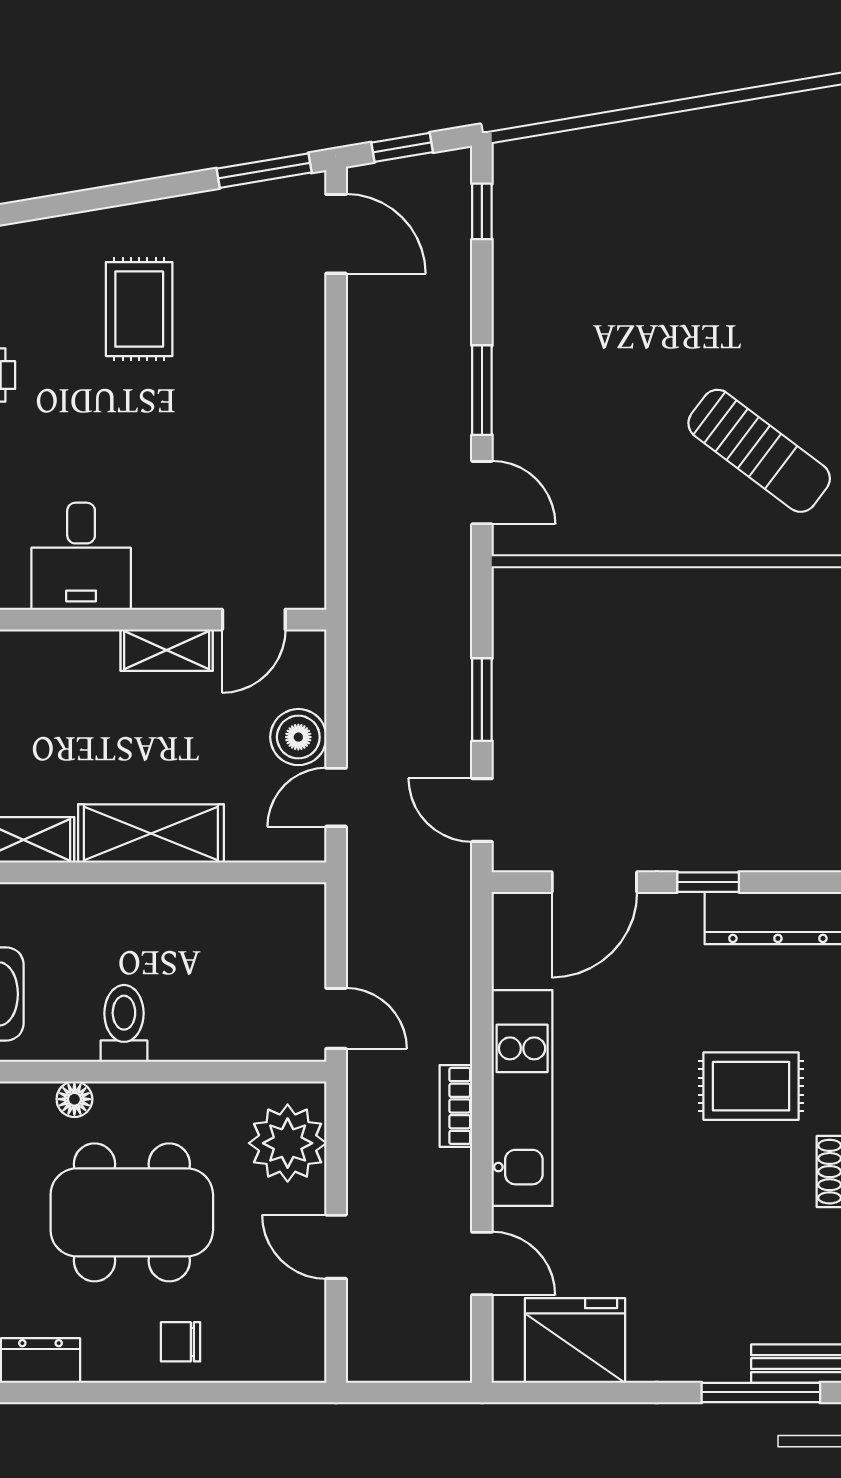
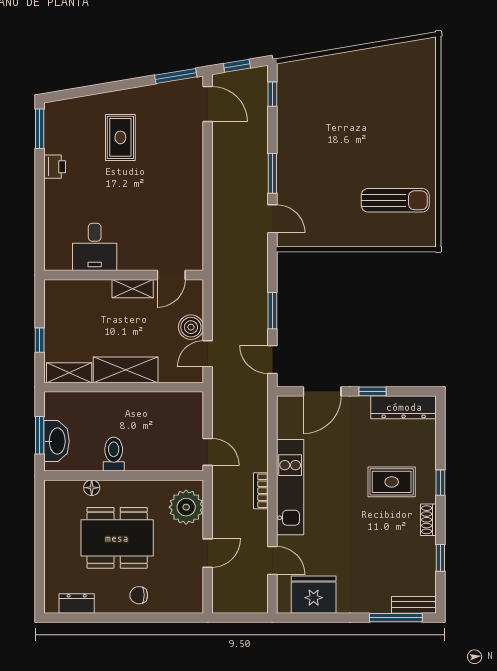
sun lounger: (759, 451) -> (395, 200), turned -37
door: (336, 1247) -> (208, 553), swing flipped

